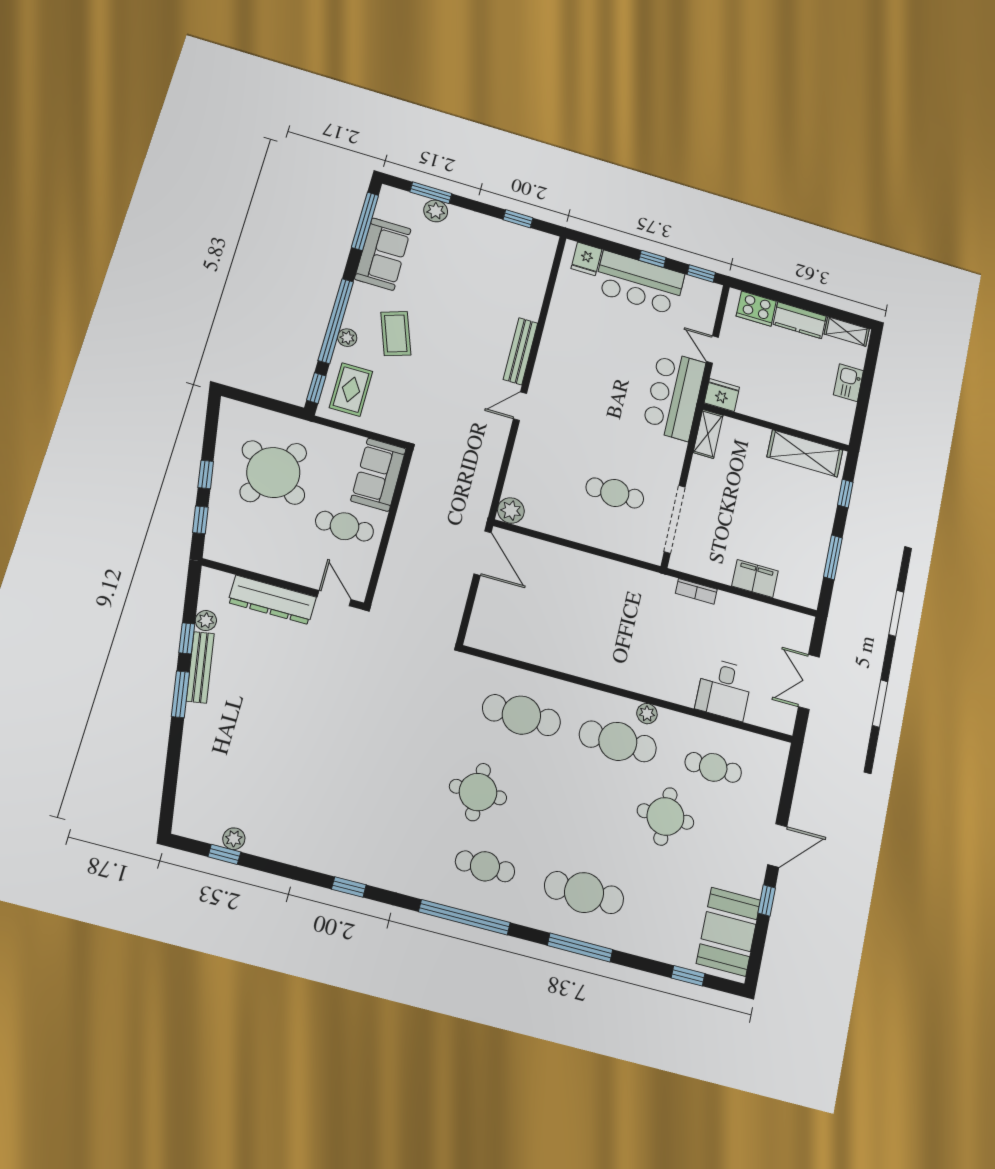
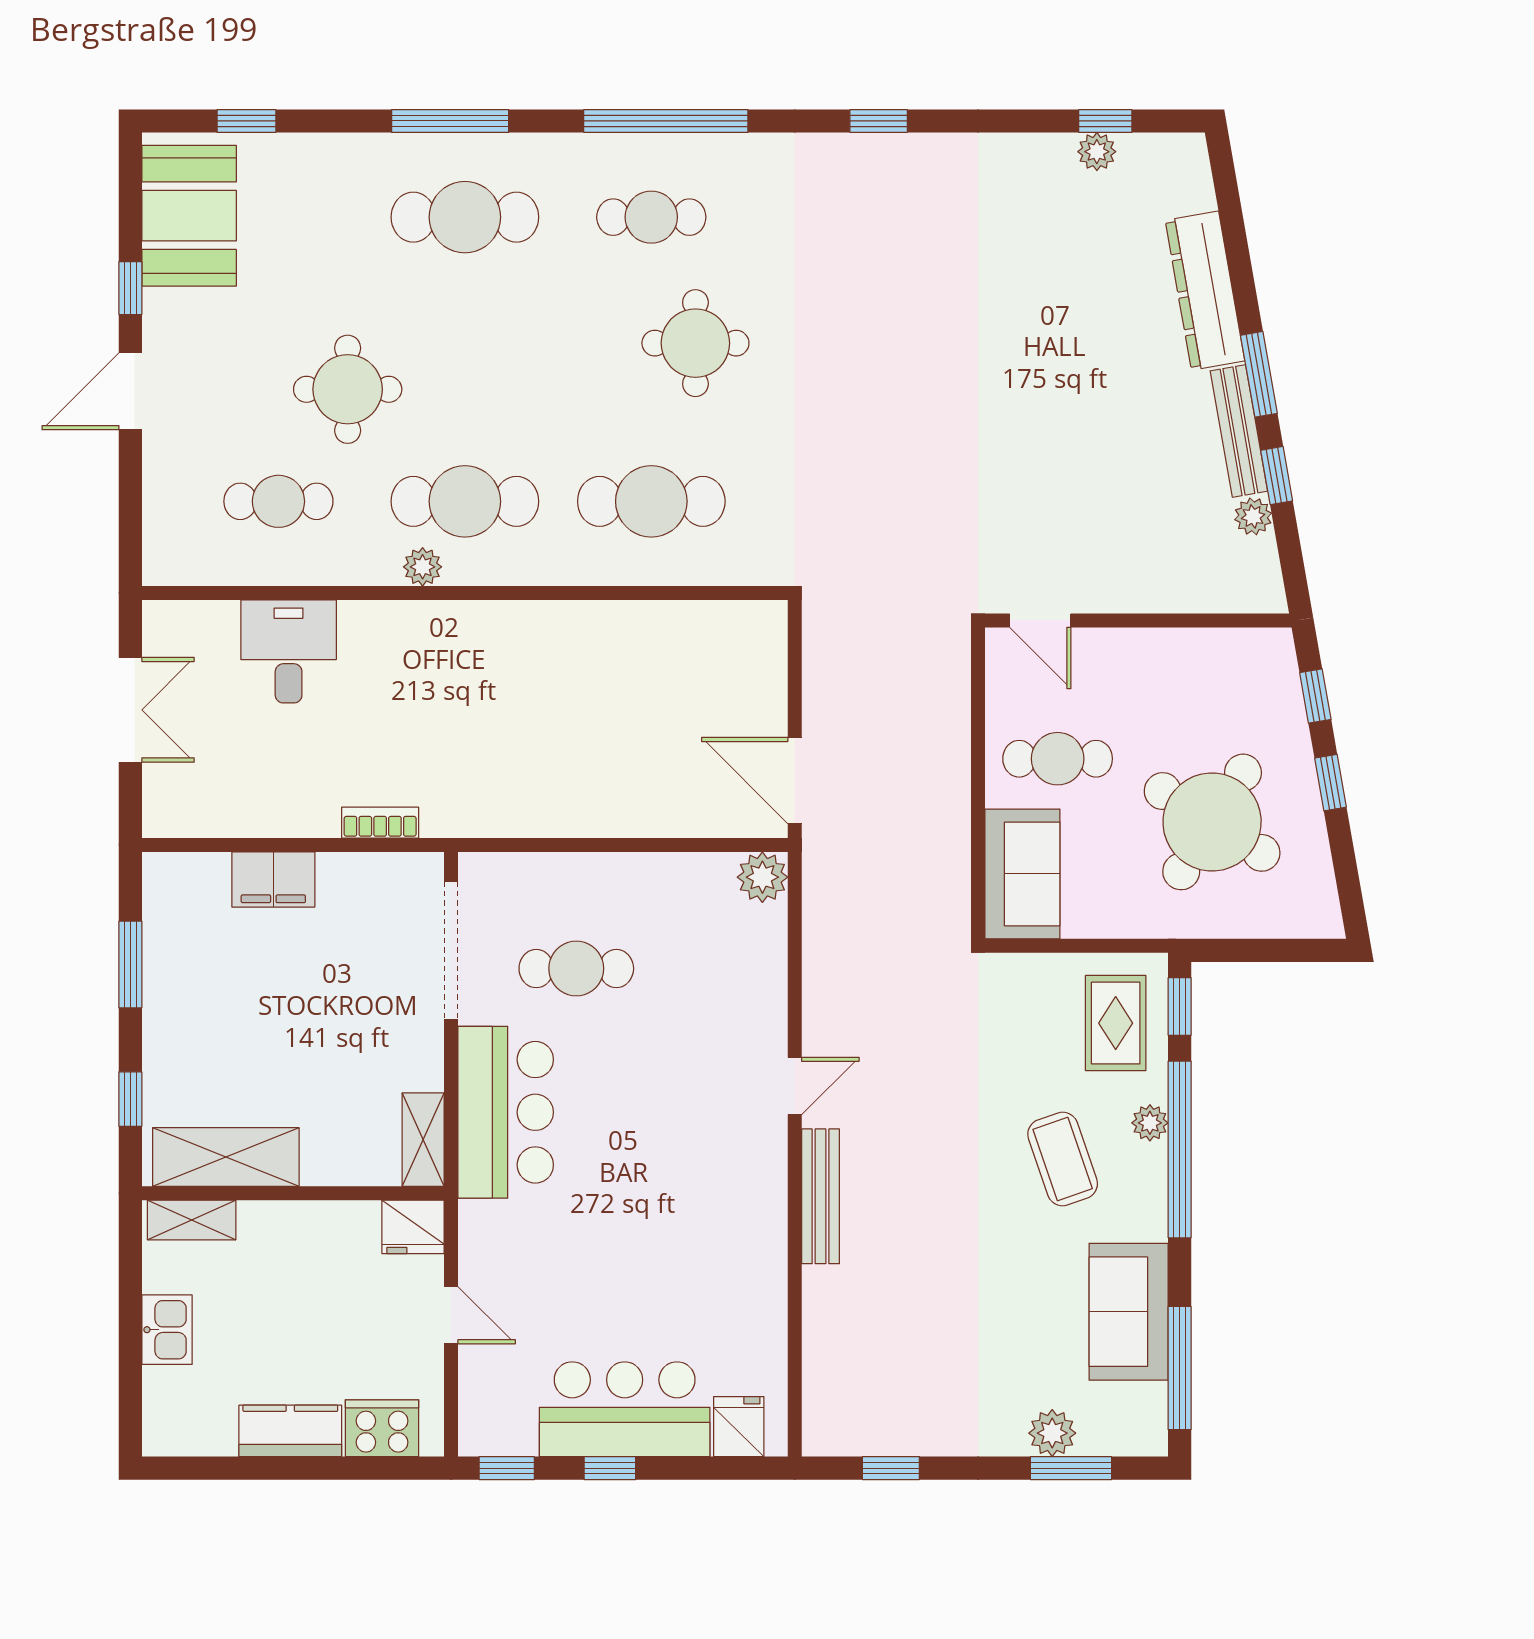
shelving: (847, 332) -> (192, 1220), moved
bar counter: (674, 395) -> (506, 1112), moved
dresser: (272, 600) -> (1205, 291), moved, turned -100

